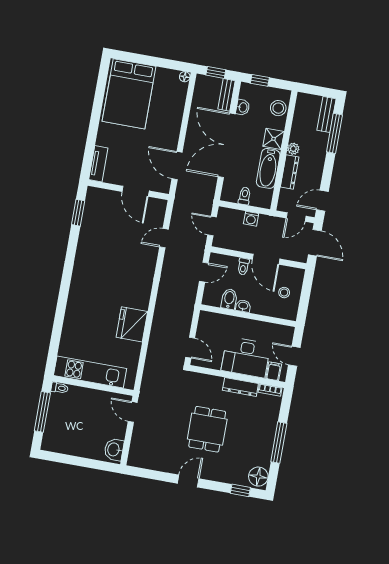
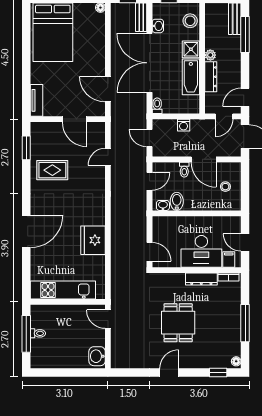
toilet: (245, 196) -> (157, 106), moved
rug: (102, 242) -> (52, 170), added
door: (62, 302) -> (26, 231), added
washbasin: (243, 306) -> (163, 205), moved
toilet: (60, 388) -> (38, 333), moved
floor lamp: (258, 477) -> (236, 361), width x0.53, depth x0.53

